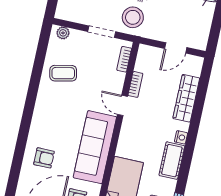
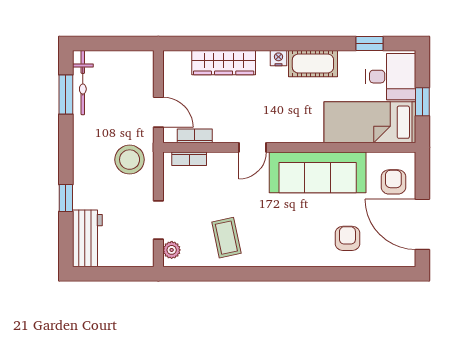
doorway: (102, 32) -> (158, 220), moved
door: (176, 48) -> (158, 112), moved
bookcase: (135, 84) -> (195, 136), moved

